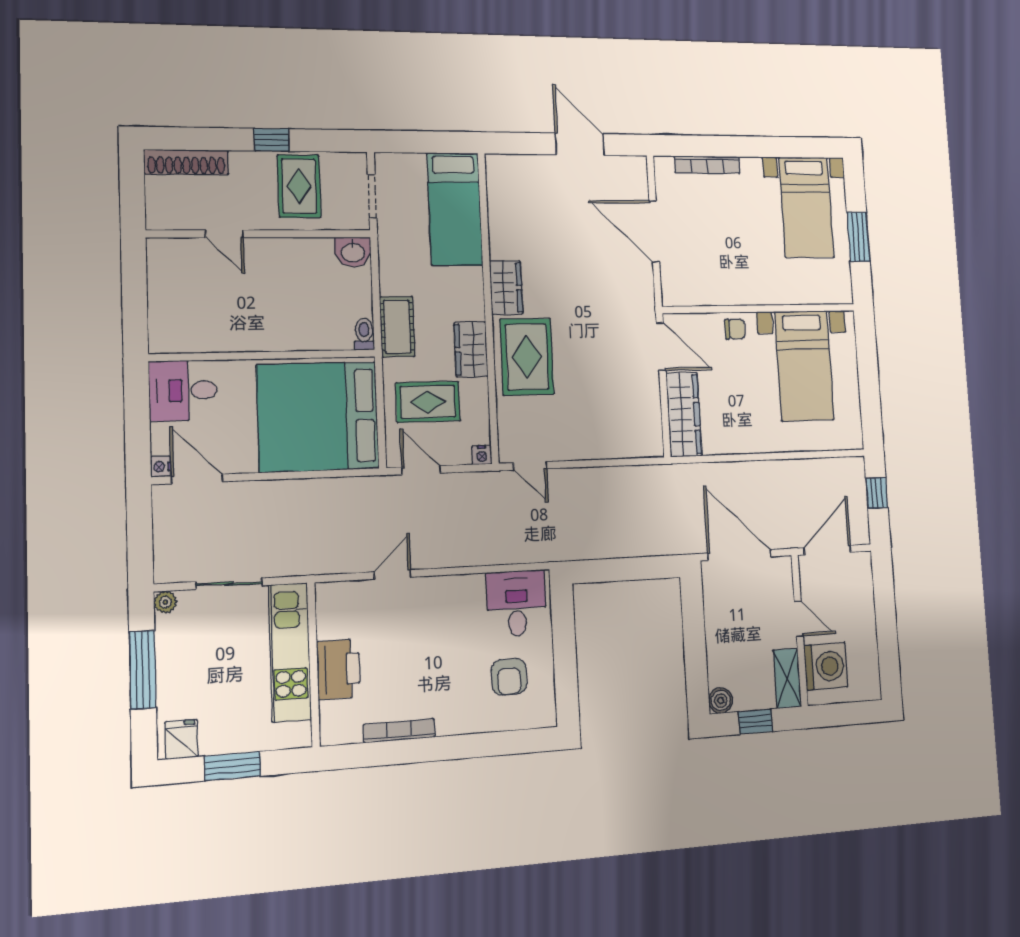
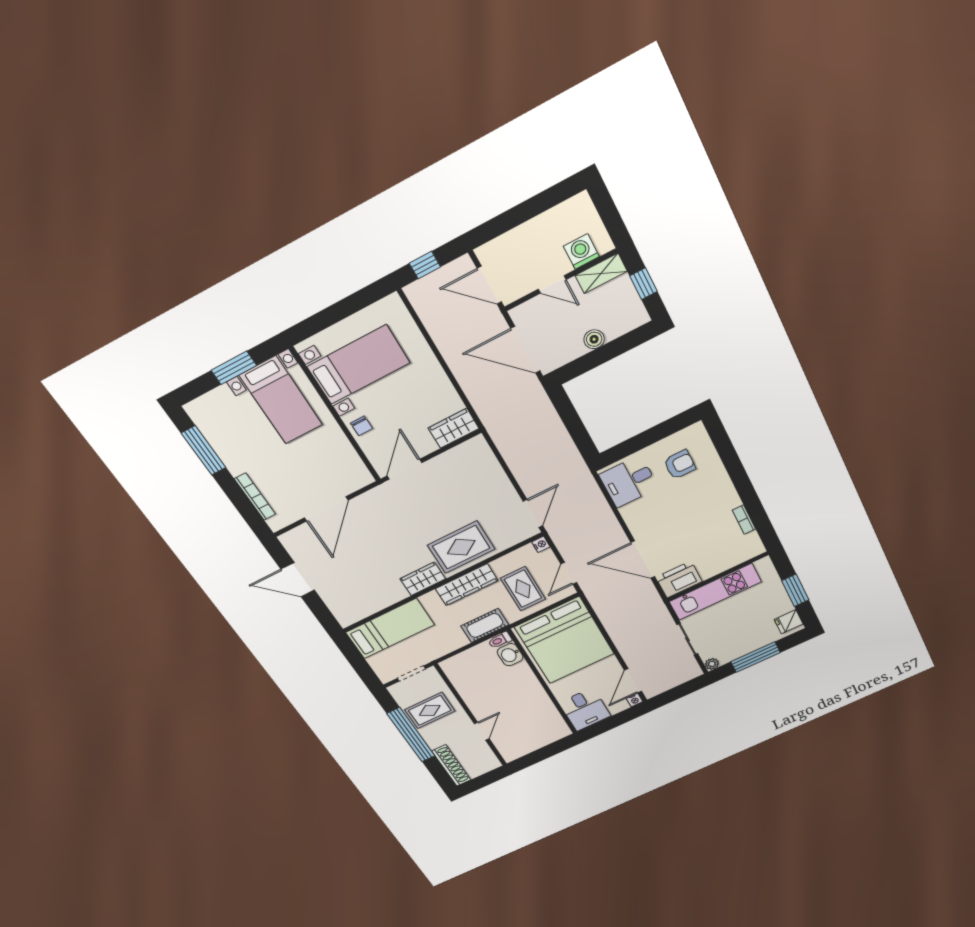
window: (272, 140) -> (411, 735), width x3.17
door: (580, 144) -> (298, 580), hinge flipped
window: (785, 147) -> (204, 450), added
bed with nightstands: (806, 207) -> (281, 400), moved, turned 90
washbasin: (353, 252) -> (510, 655), moved, turned 180
chair: (735, 329) -> (362, 426), turned 180
wardrobe: (471, 349) -> (467, 585), width x1.50
wardrobe: (684, 414) -> (454, 428), width x0.67
door: (530, 466) -> (533, 513), width x1.38
door: (740, 555) -> (525, 350), hinge flipped
door: (392, 574) -> (643, 560), width x1.88
door: (799, 619) -> (552, 284), swing flipped
washing machine: (826, 666) -> (581, 251), width x0.73, depth x0.73
printer: (338, 669) -> (679, 579), moved
boiler: (721, 701) -> (594, 339), moved
bookcase: (399, 731) -> (744, 520), width x0.64

